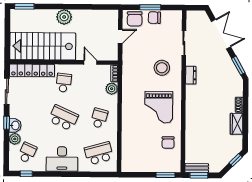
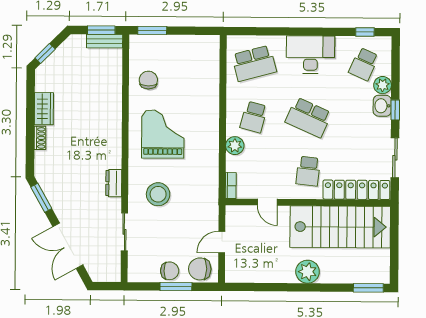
chair: (135, 19) -> (200, 269), turned -90
plant: (112, 89) -> (235, 146), moved

